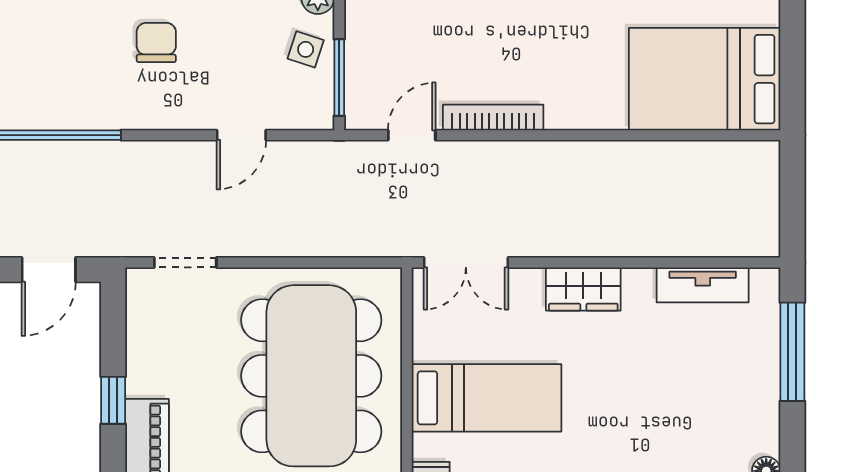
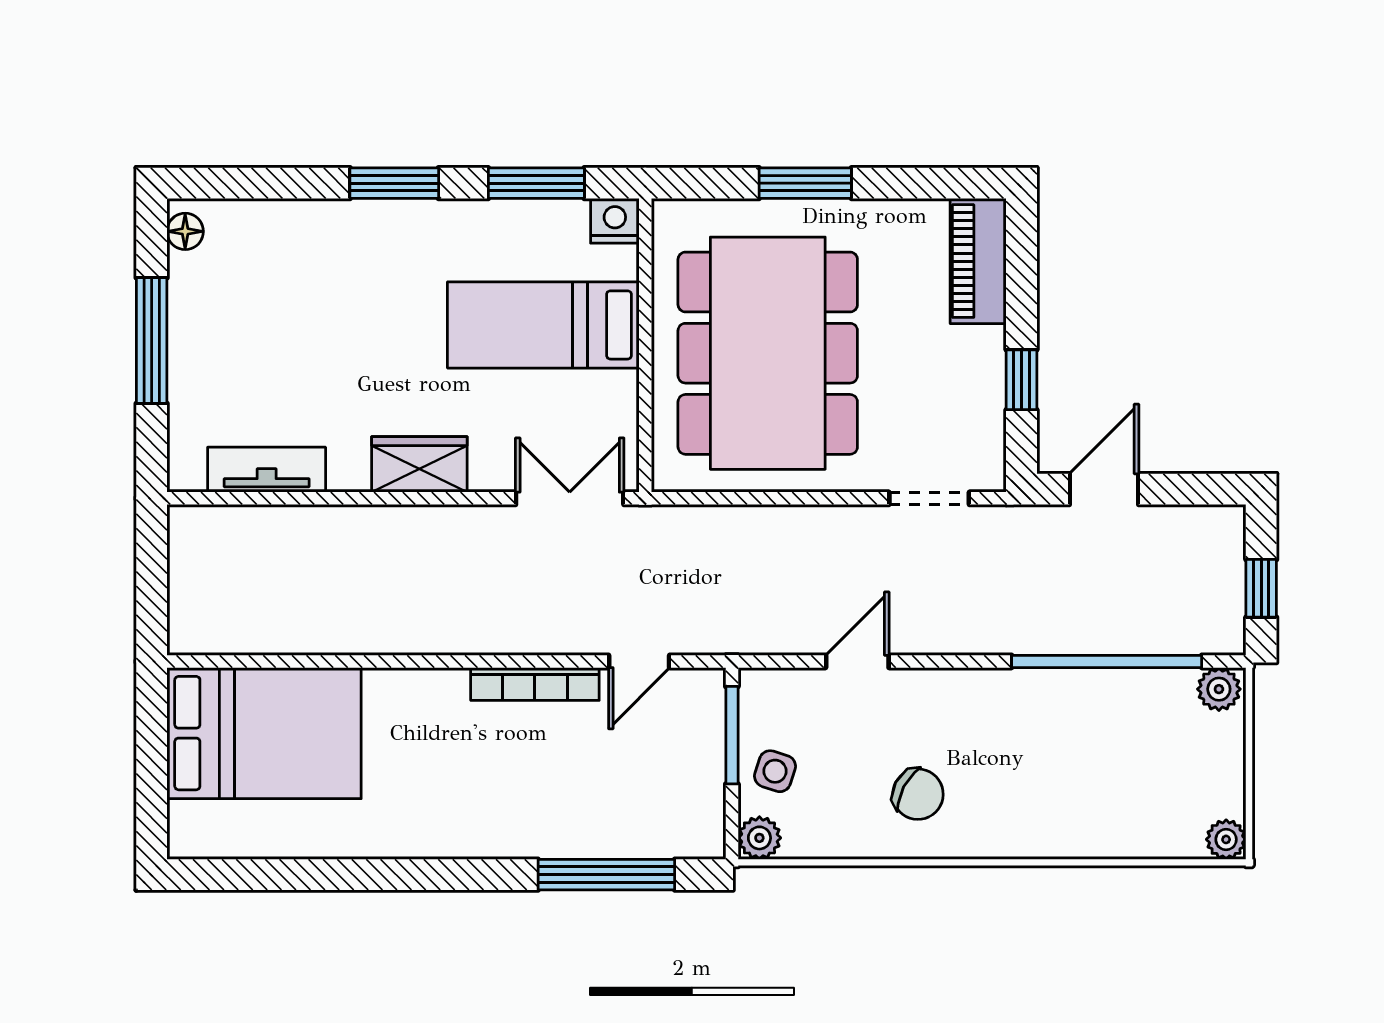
chair: (156, 43) -> (918, 794), moved, turned -62
window: (792, 352) -> (152, 341), moved
window: (113, 400) -> (1022, 380), moved

